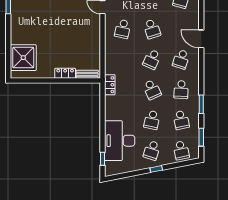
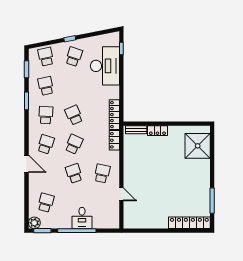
locker: (110, 63) -> (114, 140), added
locker: (110, 85) -> (114, 115), width x1.53
school desk: (152, 120) -> (74, 86), removed

